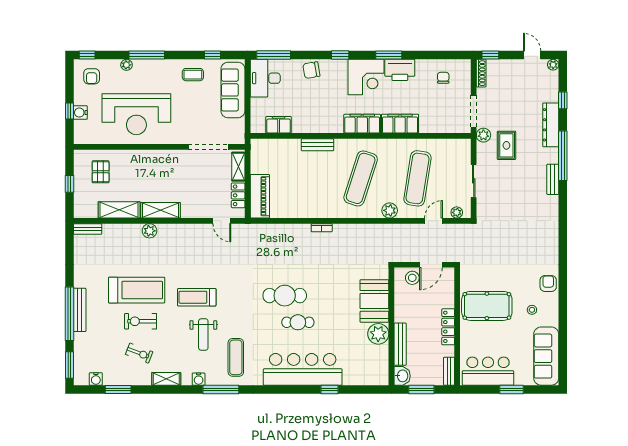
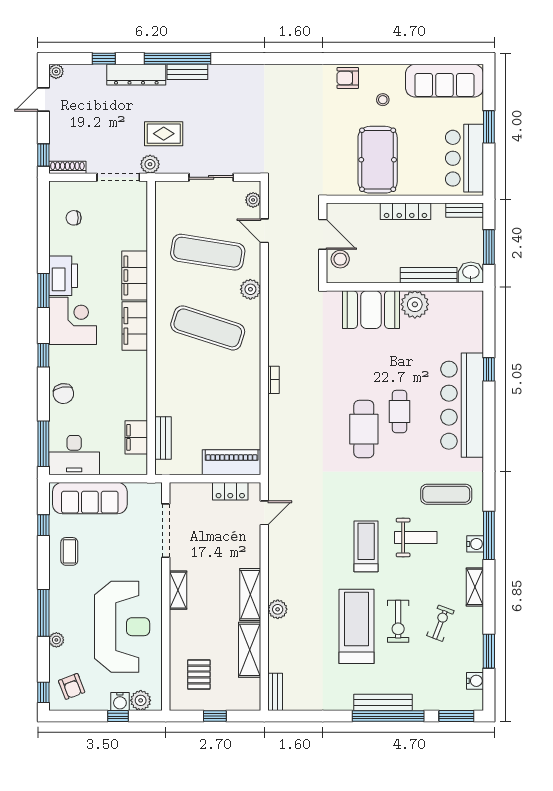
armchair: (92, 76) -> (72, 686), turned 69
plant: (81, 128) -> (141, 700), added
bench: (317, 145) -> (163, 438), moved
shelving: (238, 167) -> (178, 590), moved, turned 90
pallet: (101, 172) -> (199, 674), turned 90
bench: (553, 179) -> (187, 72), moved
treadmill: (197, 297) -> (366, 546), turned 180
window: (221, 389) -> (489, 535), moved

